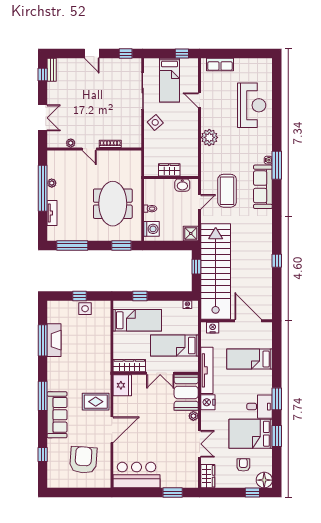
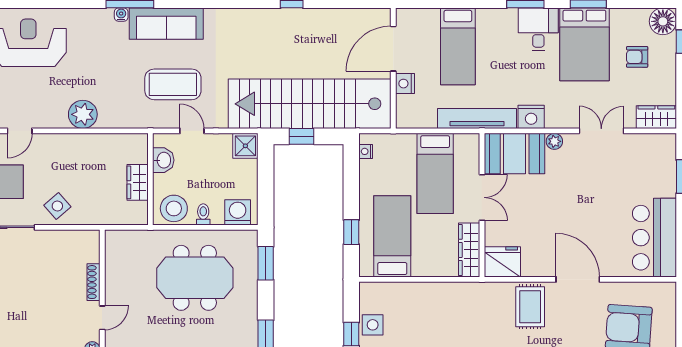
stool: (154, 191) -> (174, 208), added
nightstand: (213, 328) -> (405, 84), moved

